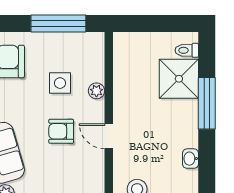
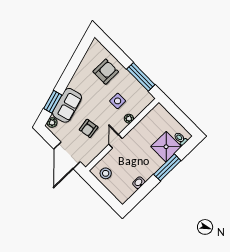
armchair: (61, 131) -> (89, 128), moved, turned -99

